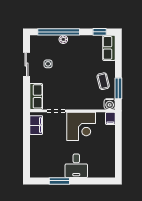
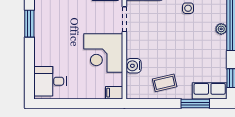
window: (118, 88) -> (195, 104), moved
water cooler: (110, 104) -> (134, 66), moved
desk: (76, 166) -> (50, 81), moved

